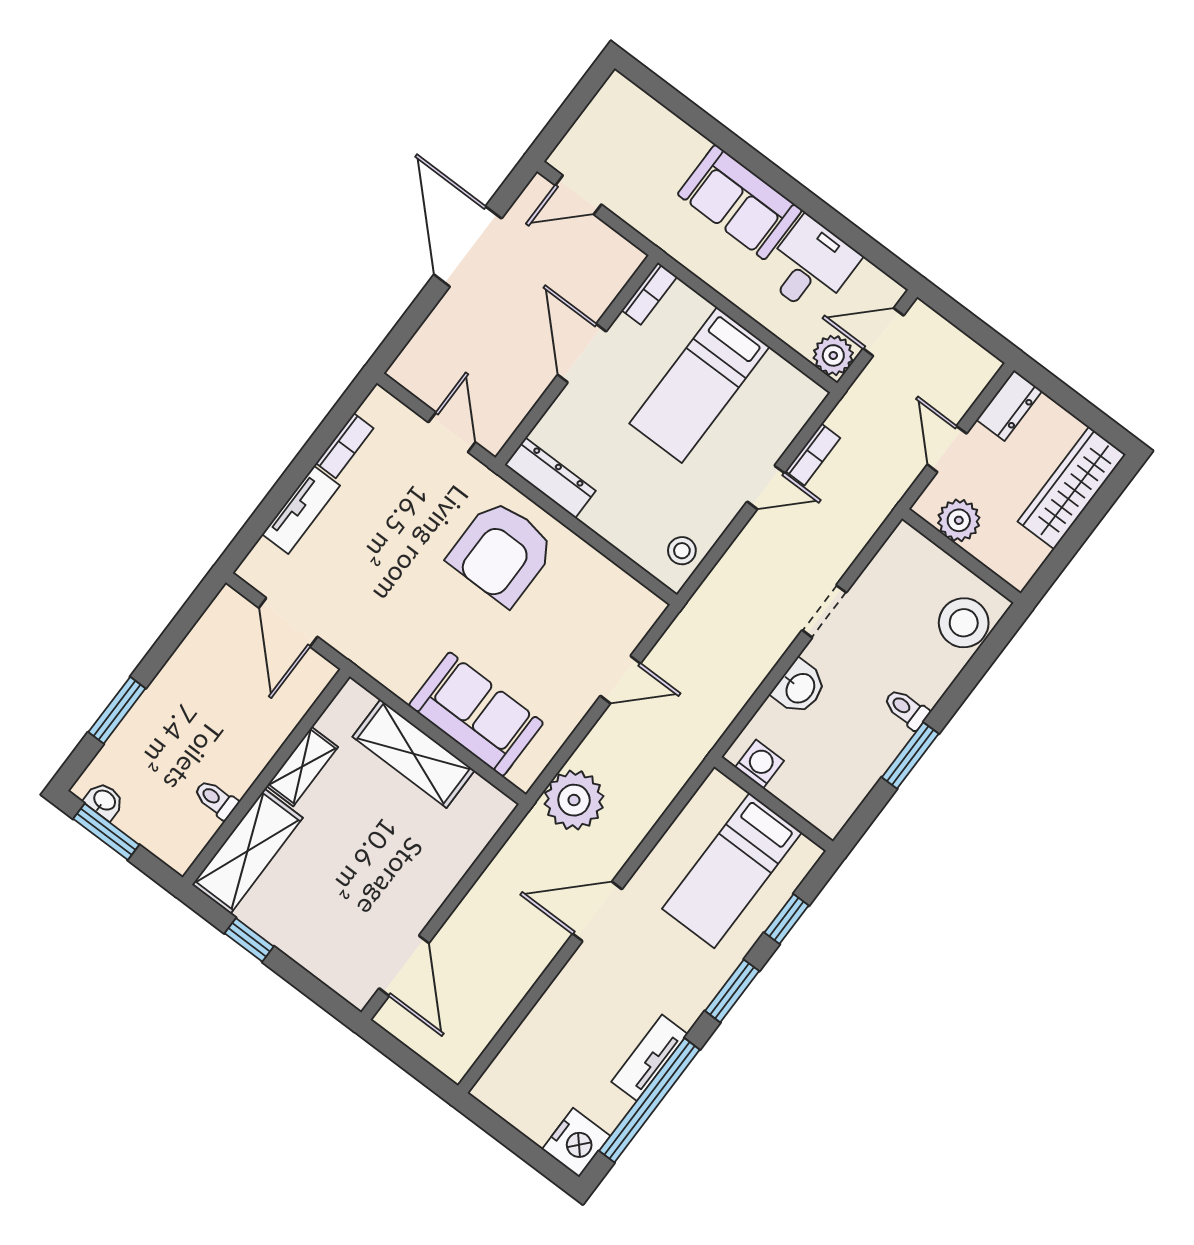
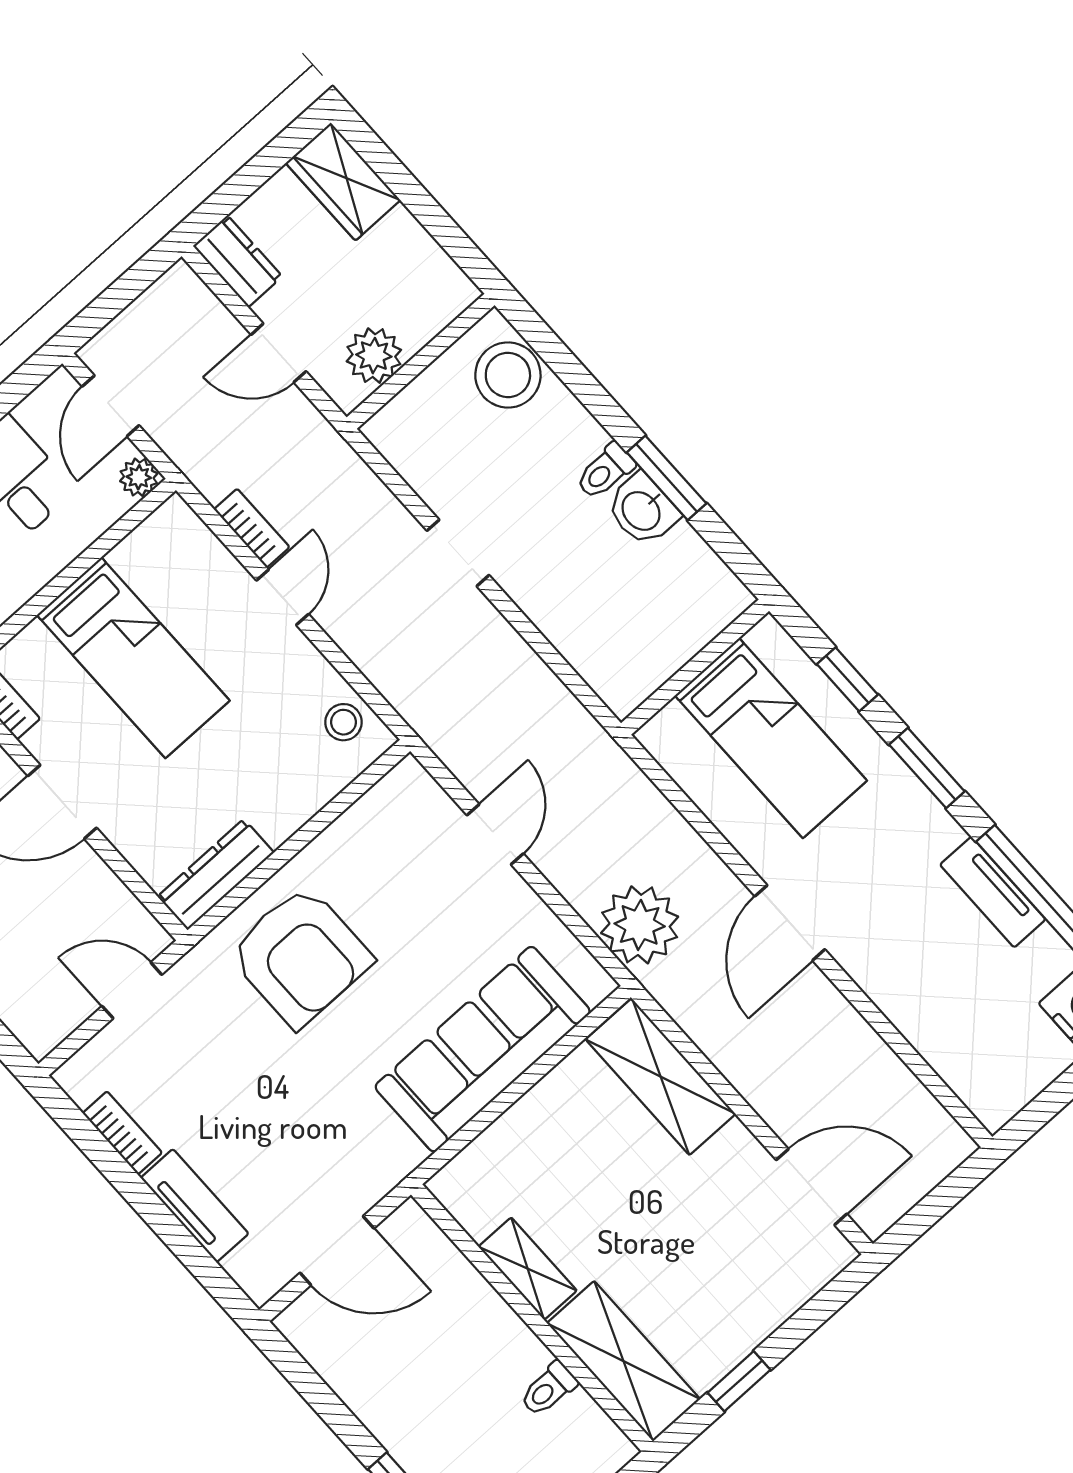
plant: (833, 355) -> (139, 477), width x0.73, depth x0.73
wardrobe: (1072, 488) -> (343, 182), width x0.67
washbasin: (799, 687) -> (642, 510), moved, turned 180
sofa: (476, 714) -> (483, 1049), width x1.36
shelving: (413, 754) -> (661, 1077), moved, turned 90
washing machine: (760, 764) -> (640, 675), removed

